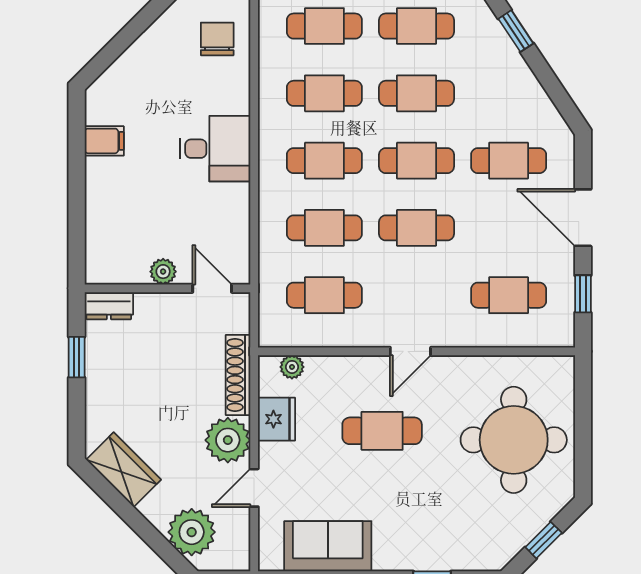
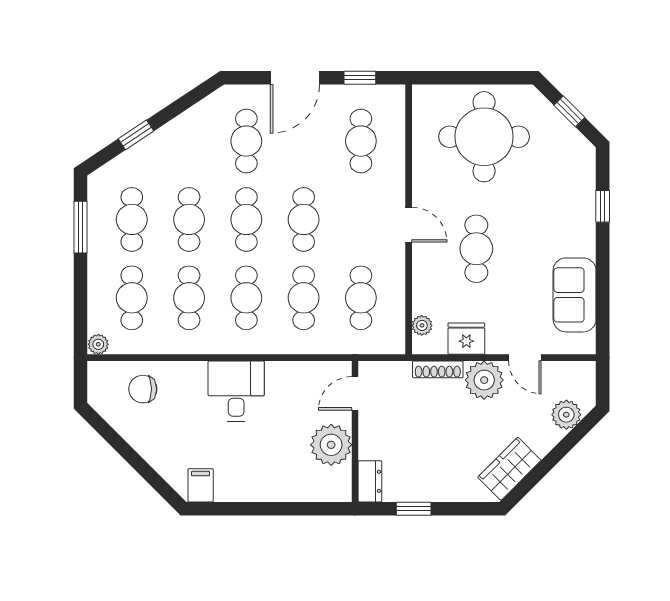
filing cabinet: (104, 141) -> (201, 485), moved
plant: (163, 272) -> (331, 445), width x1.87, depth x1.87
shoe rack: (238, 375) -> (438, 369), width x0.74, depth x0.81
plant: (192, 532) -> (566, 415), width x0.73, depth x0.73

